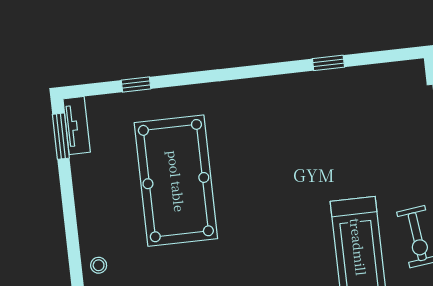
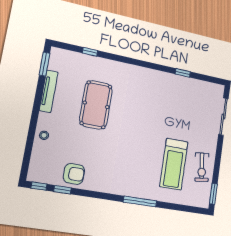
tv unit: (77, 126) -> (49, 91), moved, width x1.41
pool table: (176, 181) -> (96, 105), width x0.73, depth x0.76

